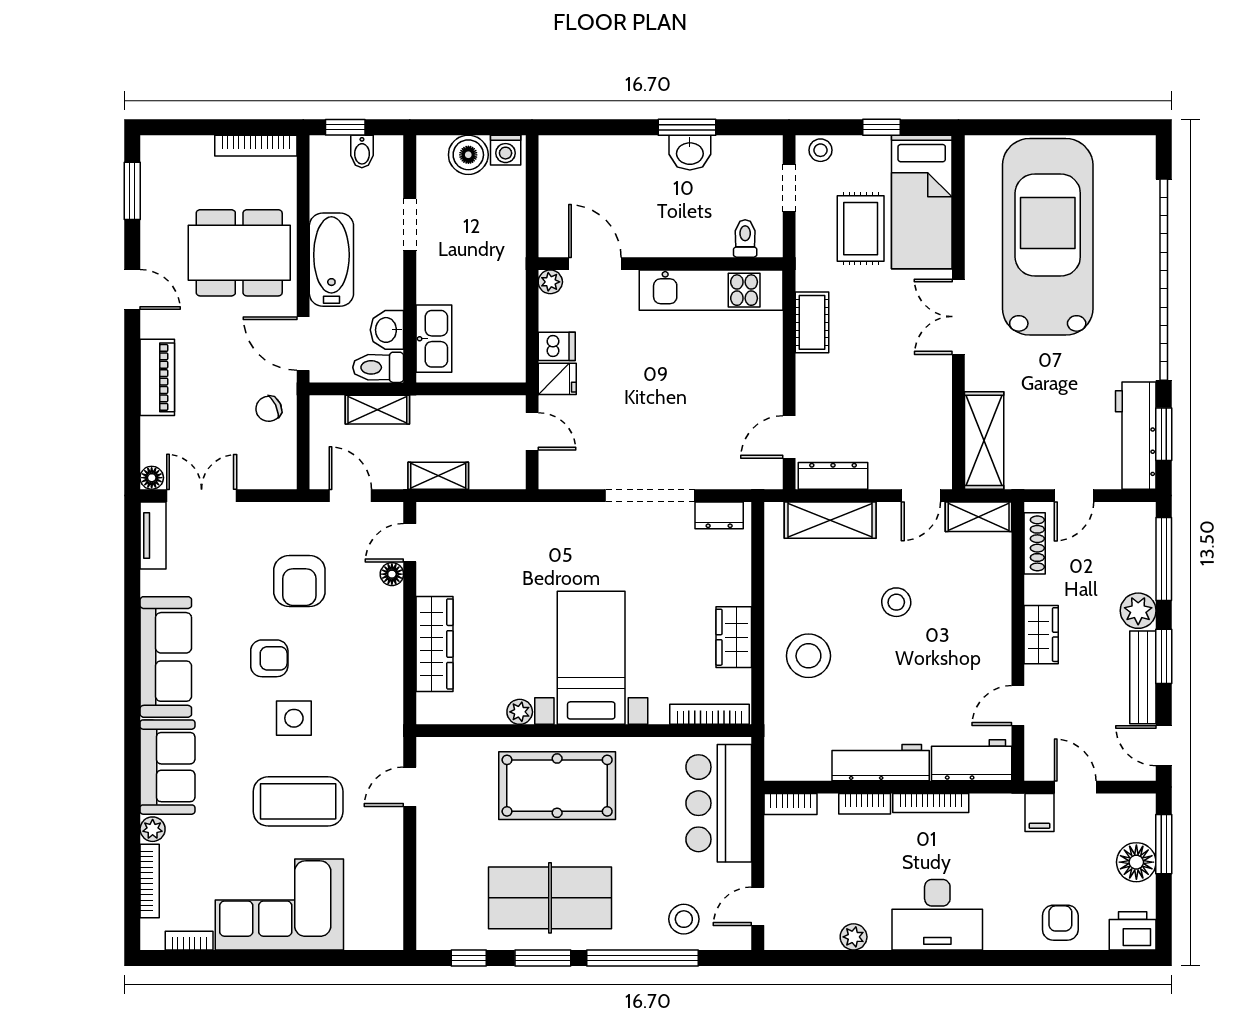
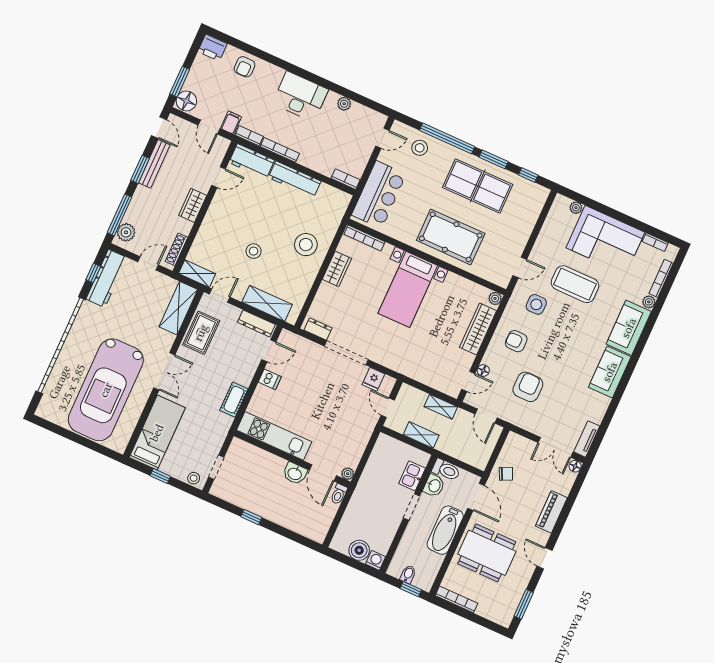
window: (687, 127) -> (251, 517), width x0.67
washing machine: (506, 150) -> (376, 560), moved
washbasin: (690, 153) -> (295, 473), moved, turned 180
doorway: (410, 224) -> (412, 507), moved
rug: (861, 229) -> (201, 333), moved
toilet: (745, 239) -> (339, 494), moved
kitchen sink: (434, 339) -> (412, 476), width x0.73
dishwasher: (557, 346) -> (270, 379), moved, turned 180
fridge: (557, 379) -> (373, 379), moved, turned -90
shelving: (377, 410) -> (421, 435), moved
window: (1164, 434) -> (93, 273), width x0.67
plant: (1138, 611) -> (126, 232), moved
sofa: (166, 657) -> (610, 372), width x0.73
armchair: (269, 658) -> (516, 341), moved
plant: (520, 712) -> (495, 298), moved
side table: (294, 718) -> (536, 304), moved
bookcase: (865, 804) -> (249, 136), moved
floor lamp: (1136, 862) -> (186, 101), moved
plant: (358, 938) -> (576, 208), added

